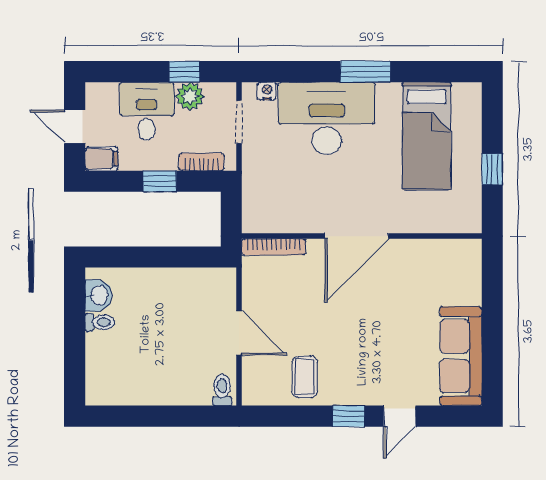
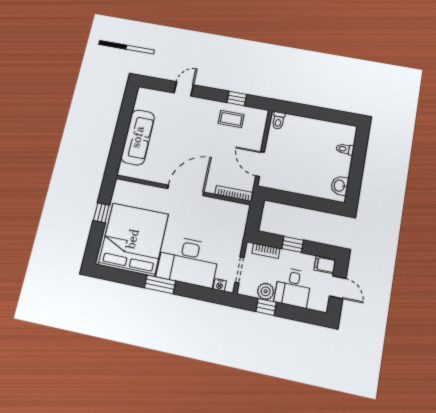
bed: (427, 136) -> (133, 239), width x2.04
toilet: (100, 322) -> (345, 149), moved
door: (239, 333) -> (260, 164), moved
sofa: (461, 356) -> (138, 137), moved
coffee table: (305, 377) -> (231, 119), turned 90
window: (349, 416) -> (237, 98), moved

